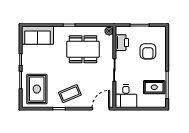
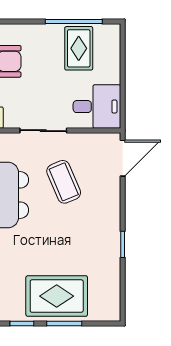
rug: (37, 89) -> (57, 296), moved
coffee table: (70, 94) -> (64, 182), moved
door: (101, 109) -> (123, 158), swing flipped

